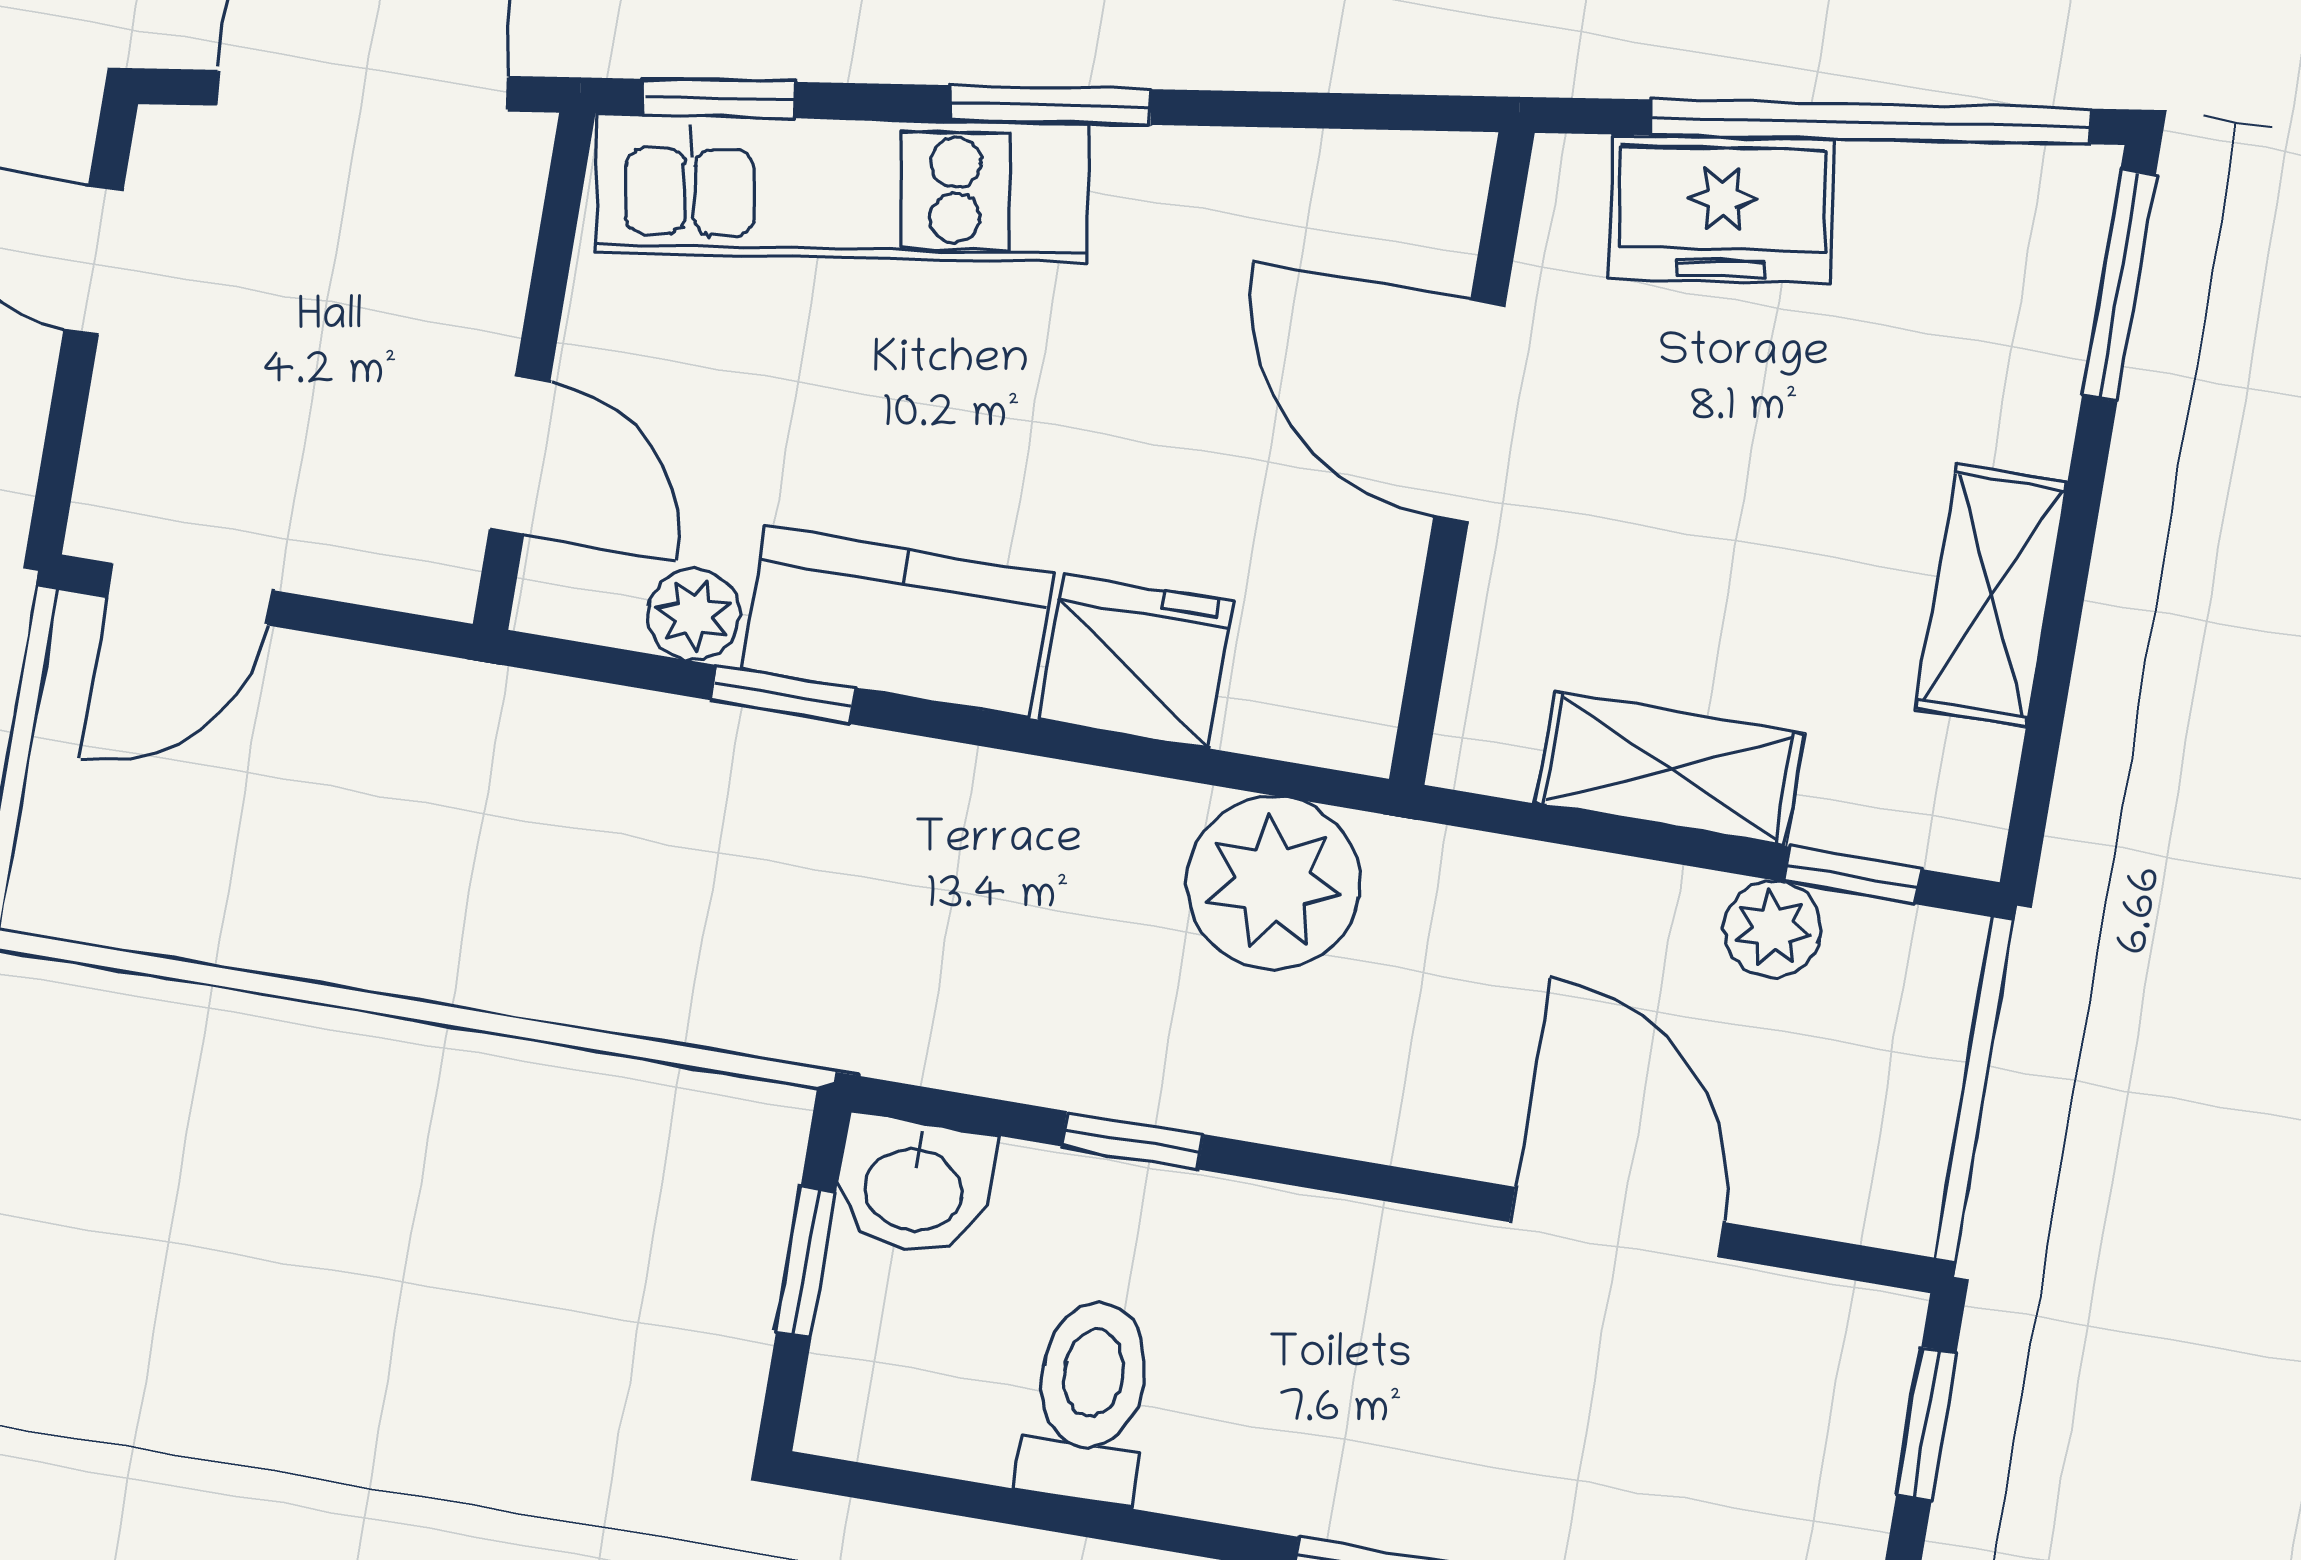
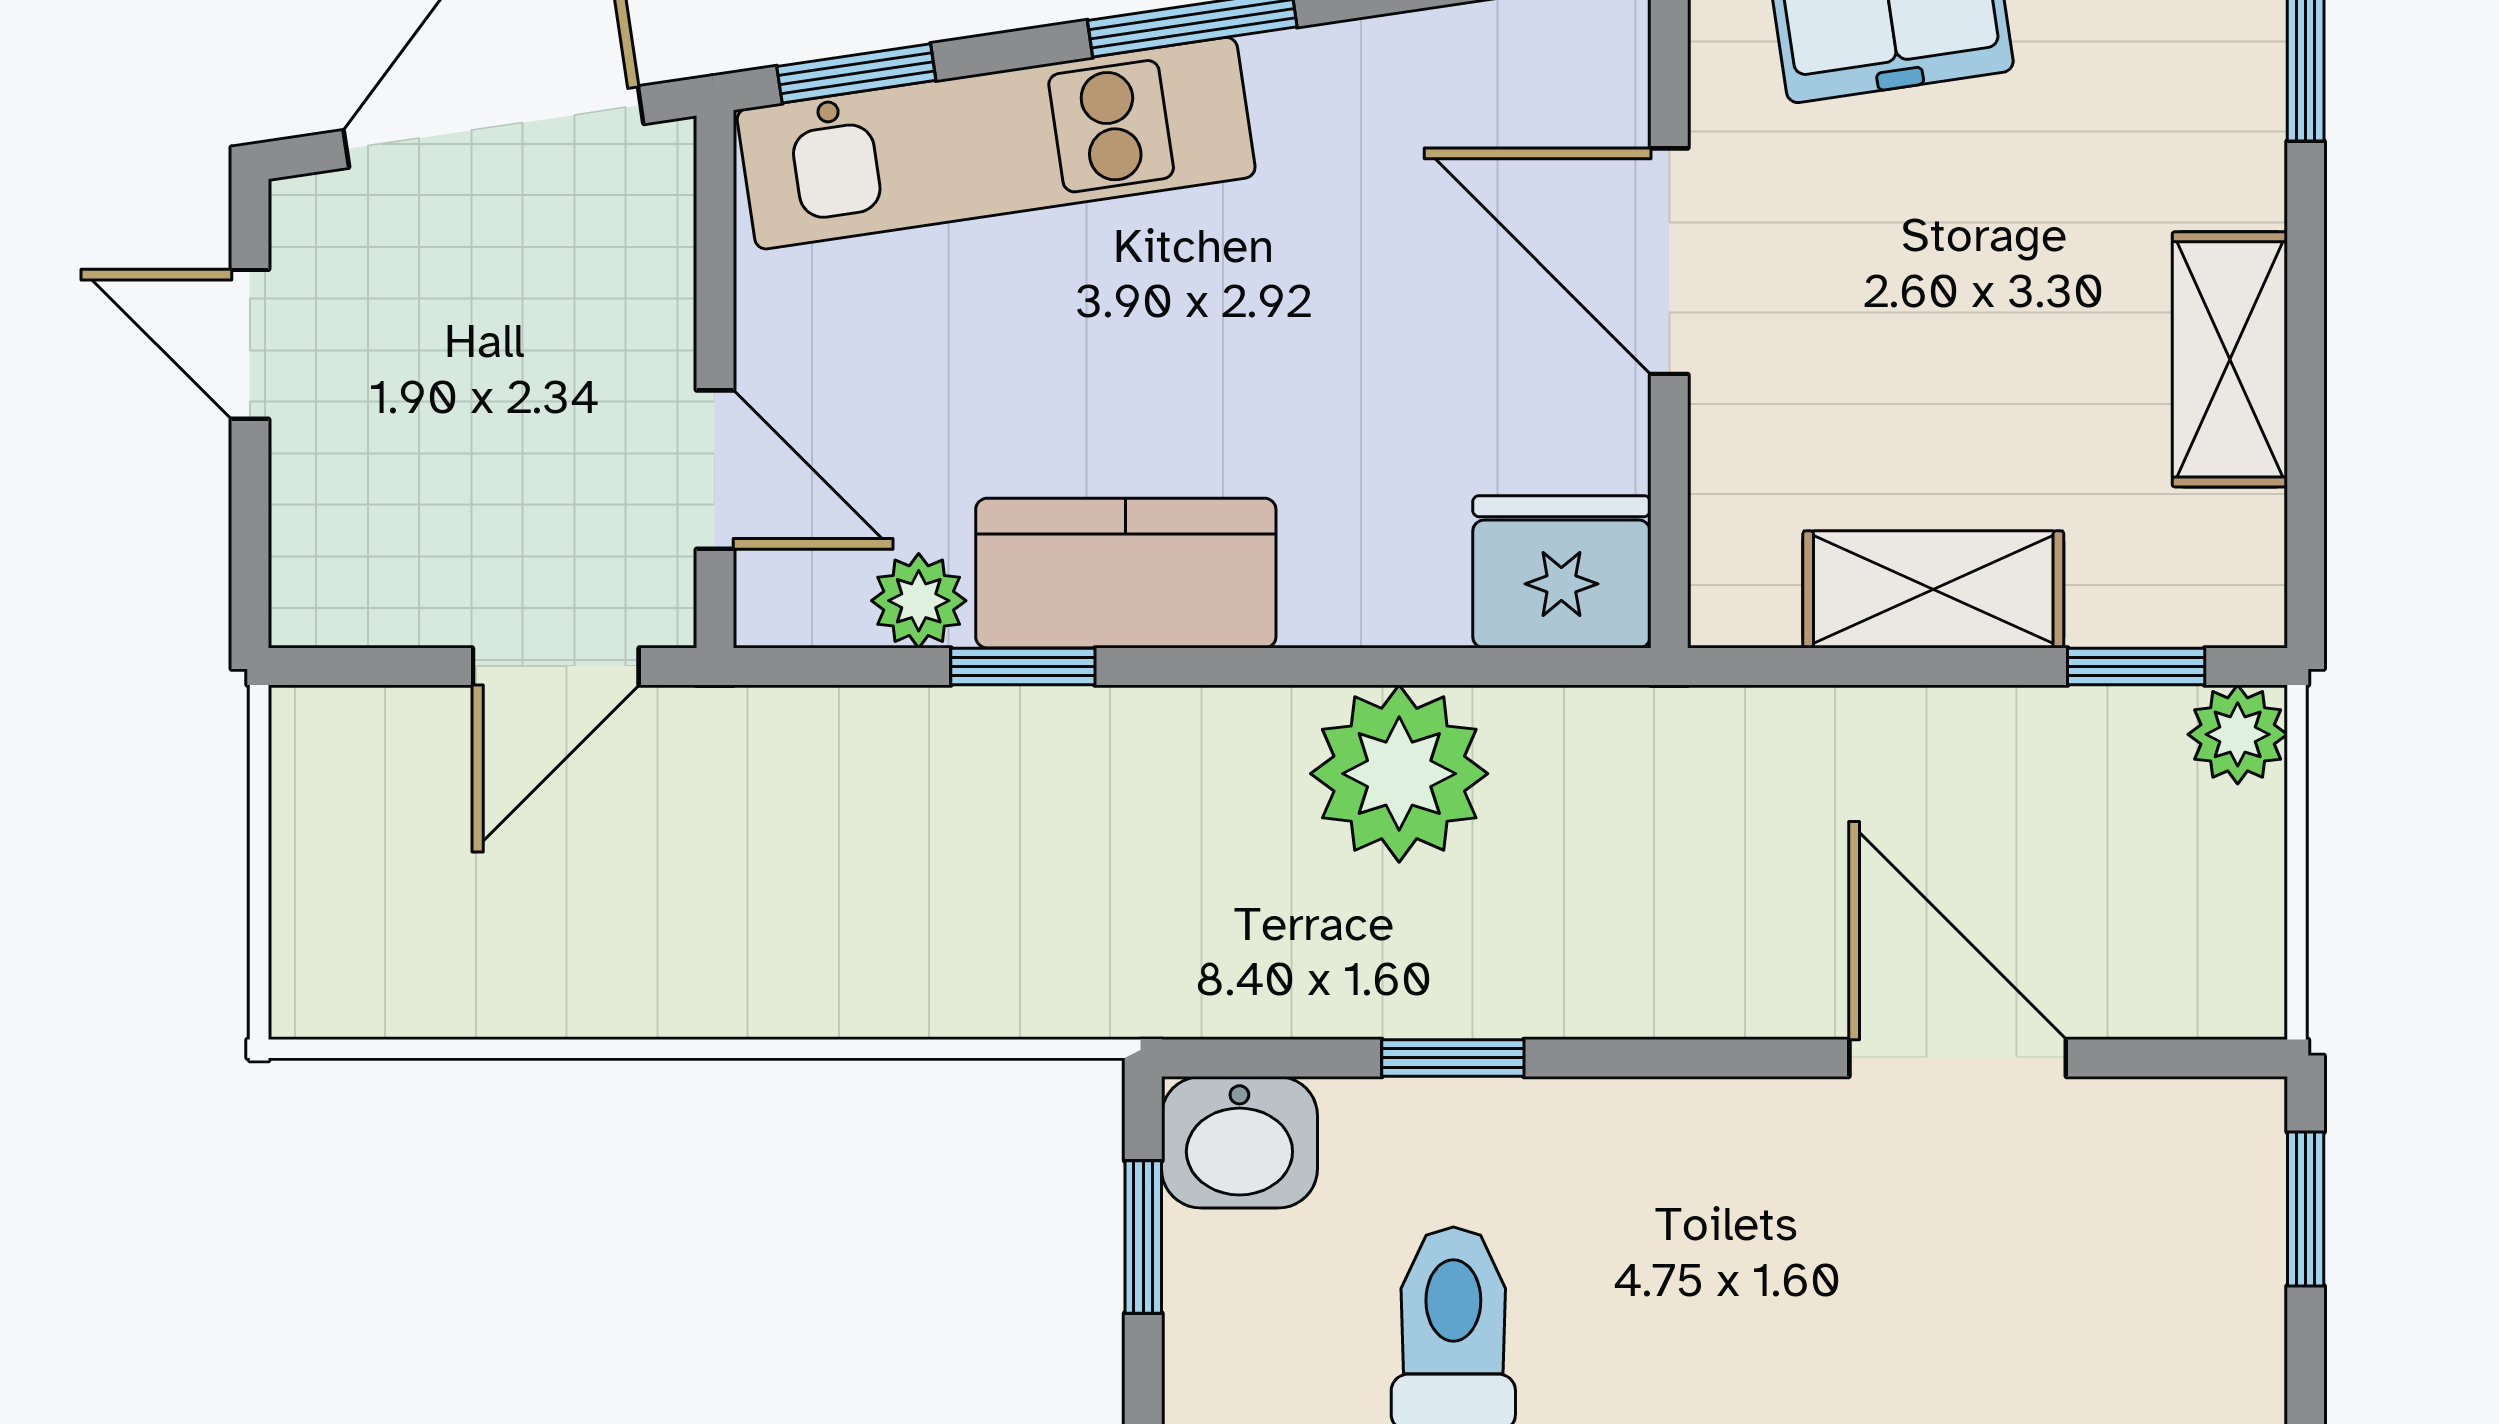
door: (190, 594) -> (556, 666), moved
fridge: (1136, 661) -> (1561, 572), moved
plant: (1273, 883) -> (1399, 774), moved
plant: (1773, 929) -> (2238, 734), moved

